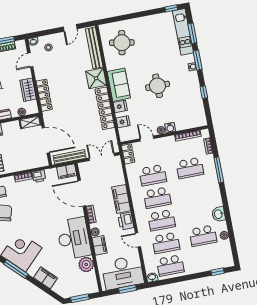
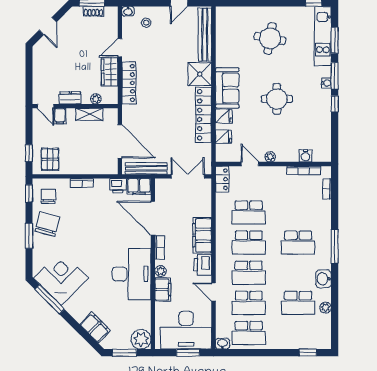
round table: (122, 43) -> (270, 38), moved
door: (30, 60) -> (120, 48), moved
window: (204, 92) -> (335, 104), moved
shelving: (30, 122) -> (89, 114), moved
water cooler: (170, 128) -> (306, 156), moved
school desk: (190, 168) -> (298, 243), moved
window: (219, 170) -> (335, 246), moved
printer: (39, 176) -> (118, 186), moved
plant: (86, 264) -> (141, 339), moved
filing cabinet: (46, 278) -> (95, 327), moved

